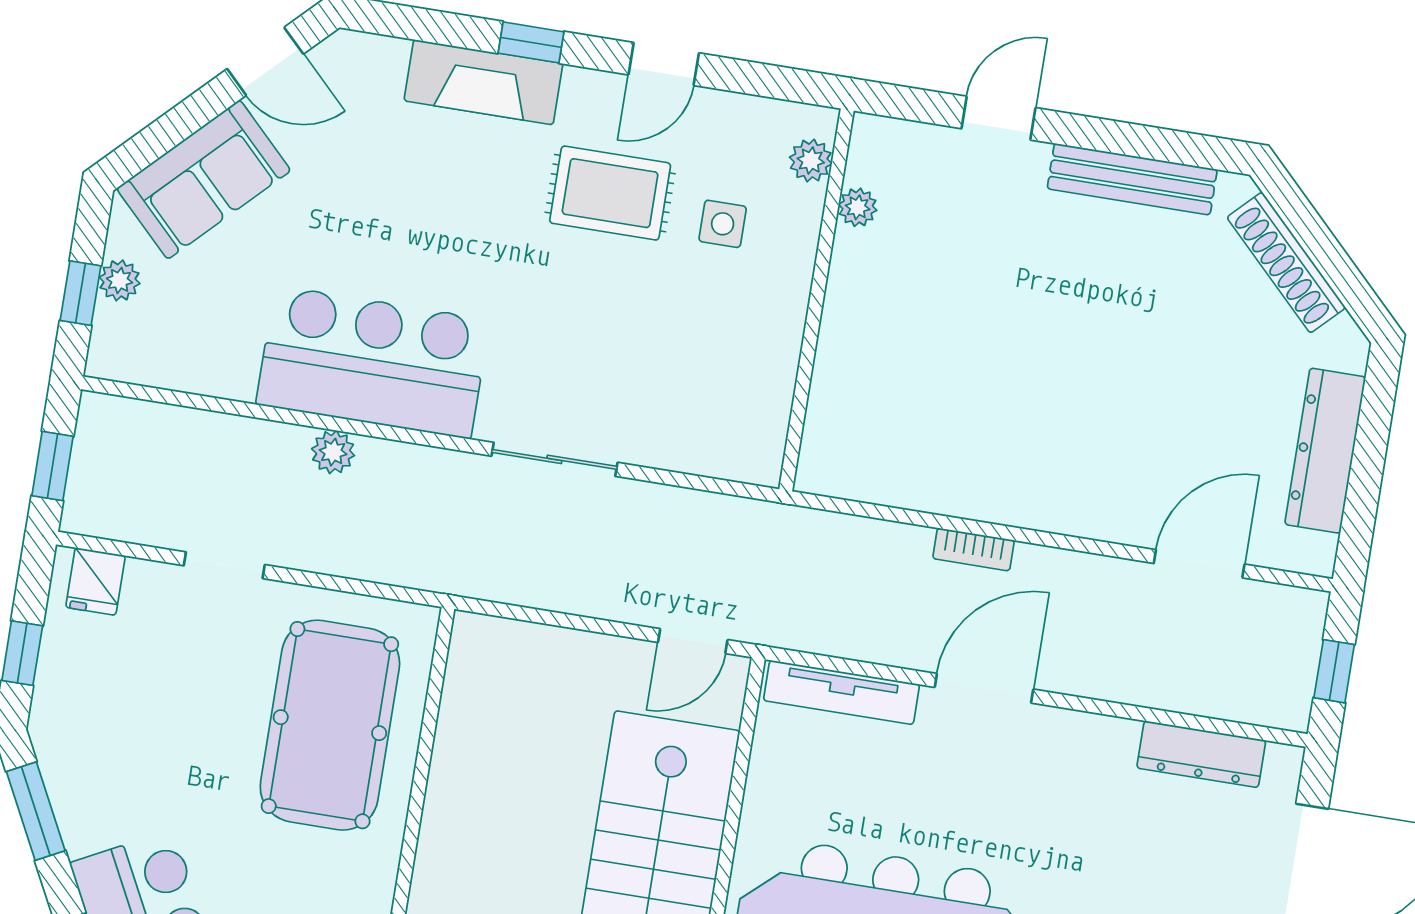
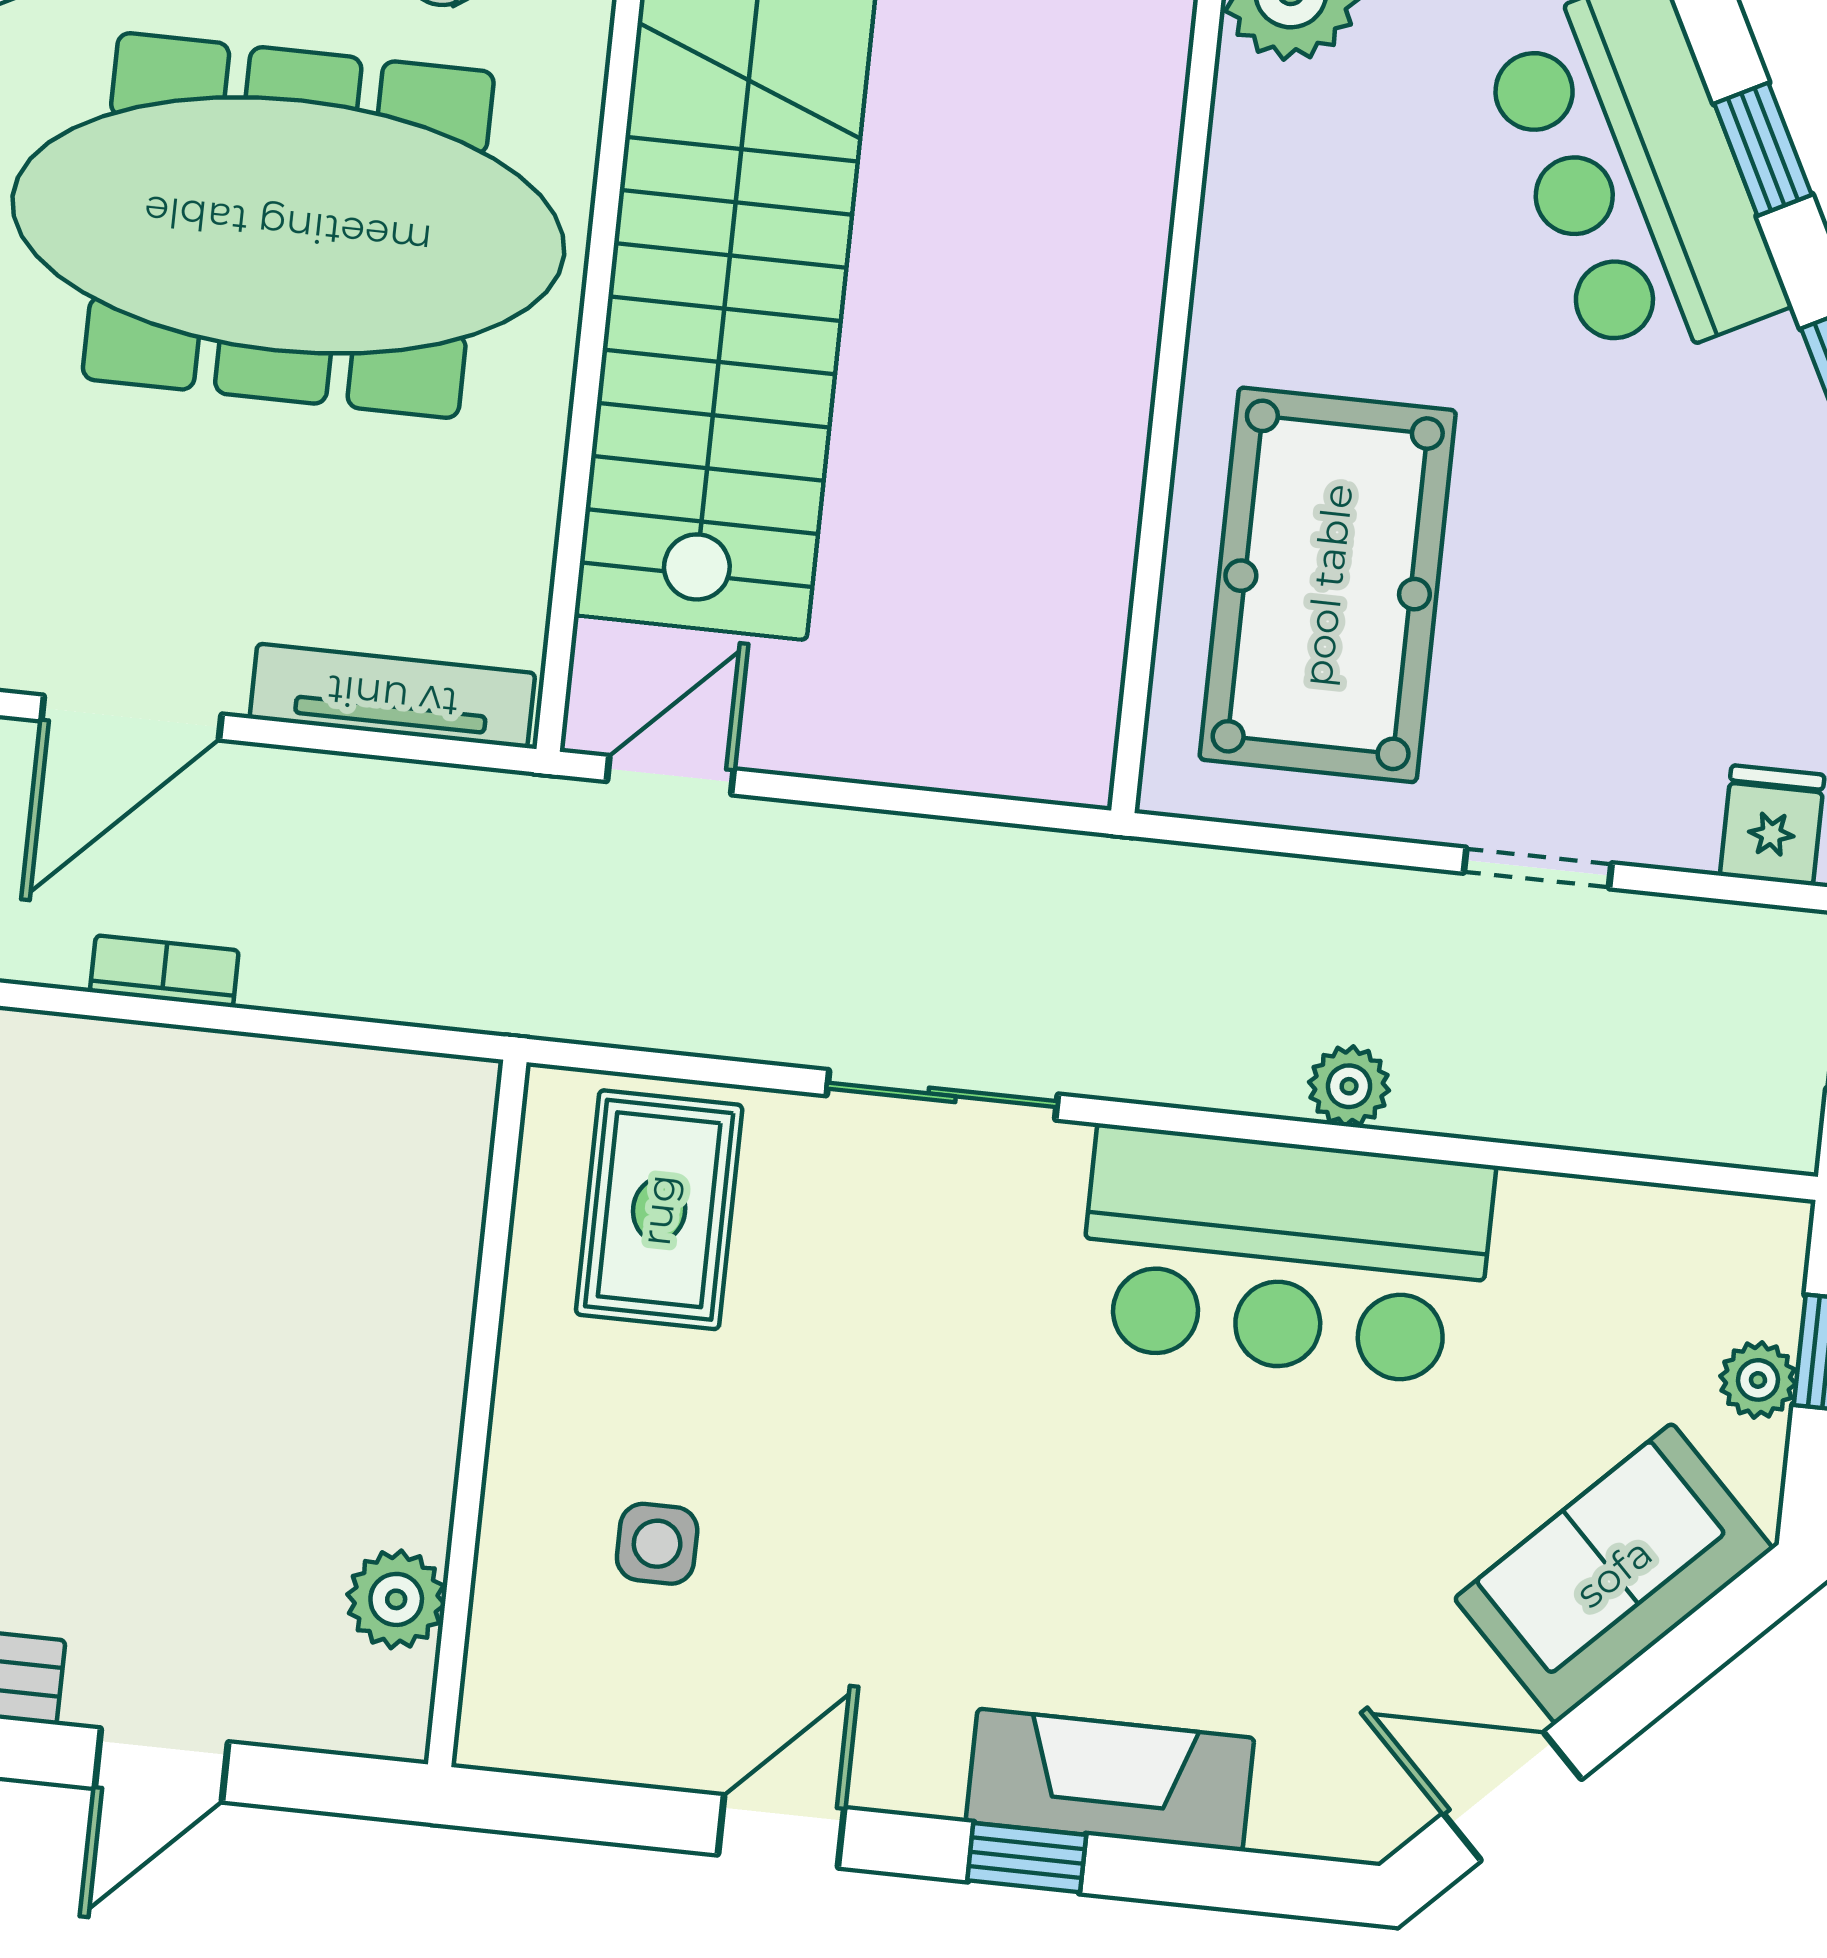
plant: (811, 161) -> (502, 1669), removed
rug: (610, 193) -> (659, 1210), moved, turned 90
plant: (858, 207) -> (396, 1599), width x1.38, depth x1.38

